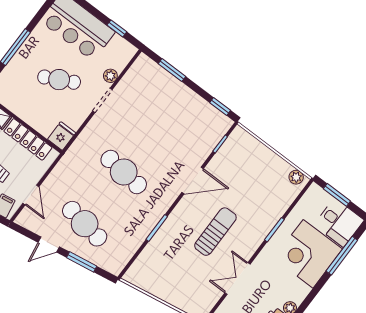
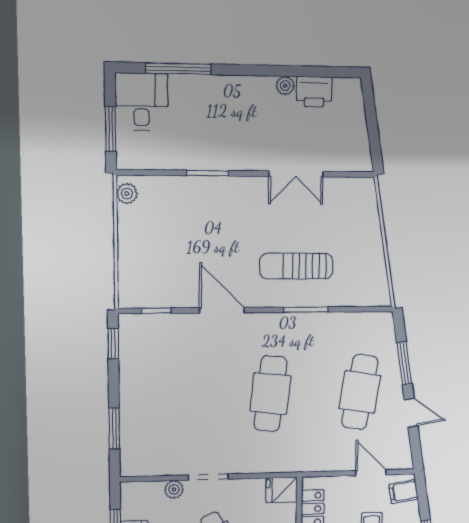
door: (31, 195) -> (371, 473), hinge flipped
sun lounger: (215, 232) -> (296, 266), moved
corner desk: (308, 254) -> (206, 112), removed

